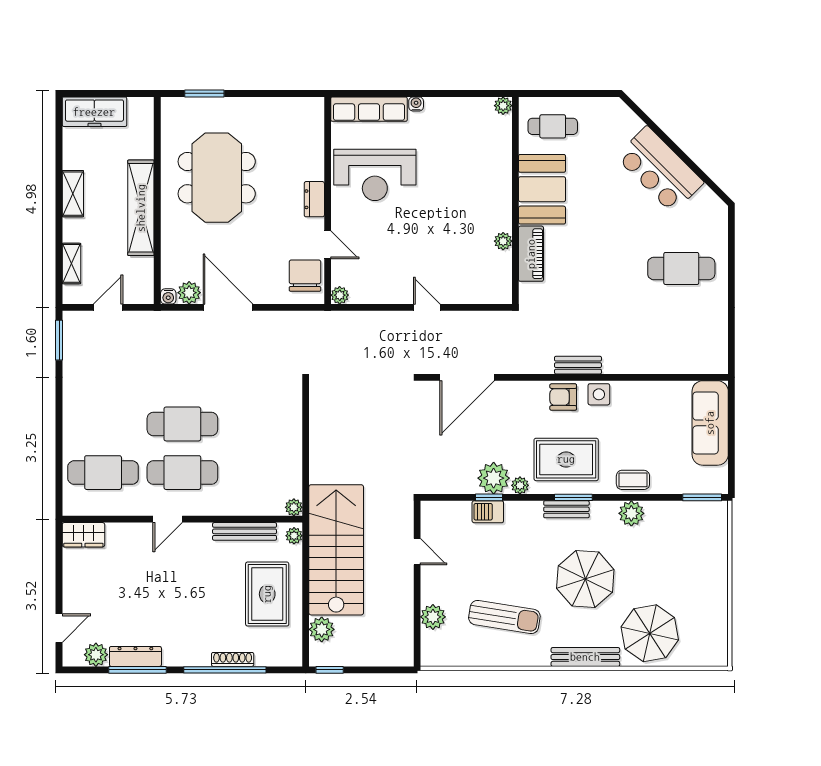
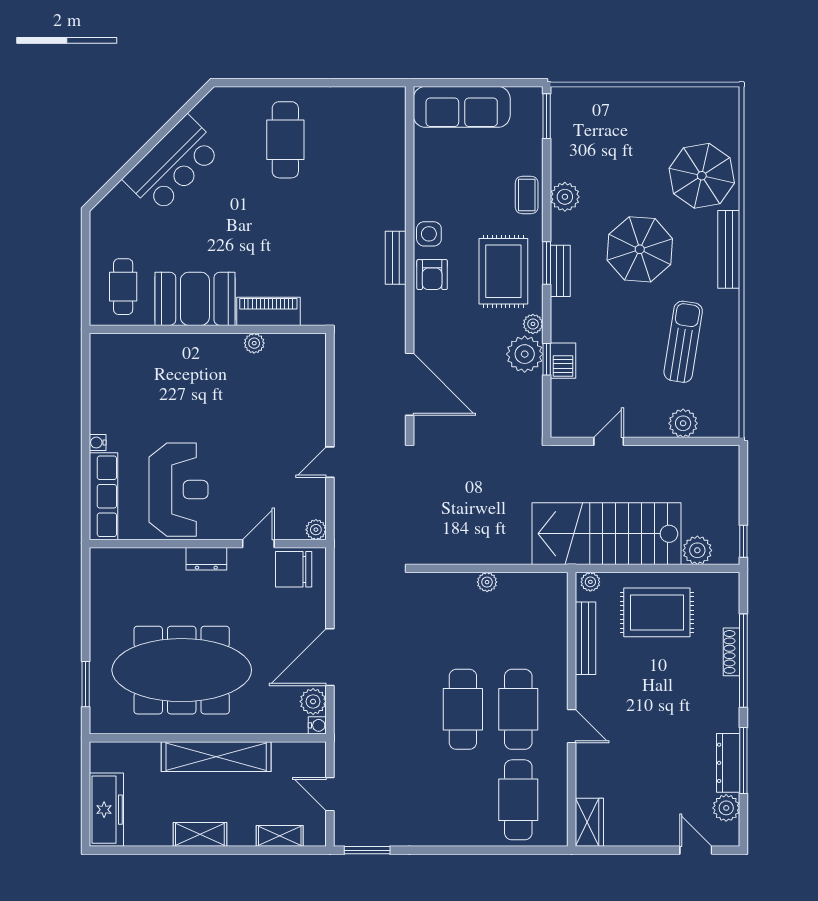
plant: (503, 106) -> (100, 343), removed
meeting table: (217, 178) -> (182, 670), width x1.36
door: (427, 307) -> (330, 462), moved
plant: (294, 507) -> (487, 582), moved

